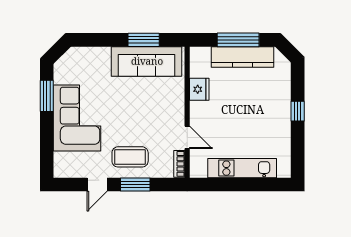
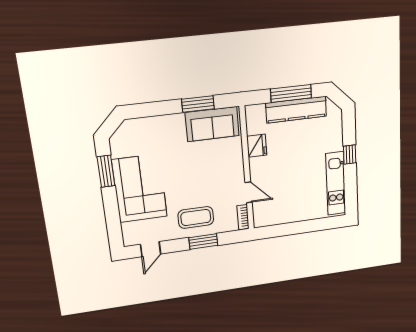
sofa: (147, 61) -> (212, 124), width x0.73
kitchen unit: (242, 168) -> (336, 183), moved, turned -90
door: (97, 184) -> (151, 249), moved

